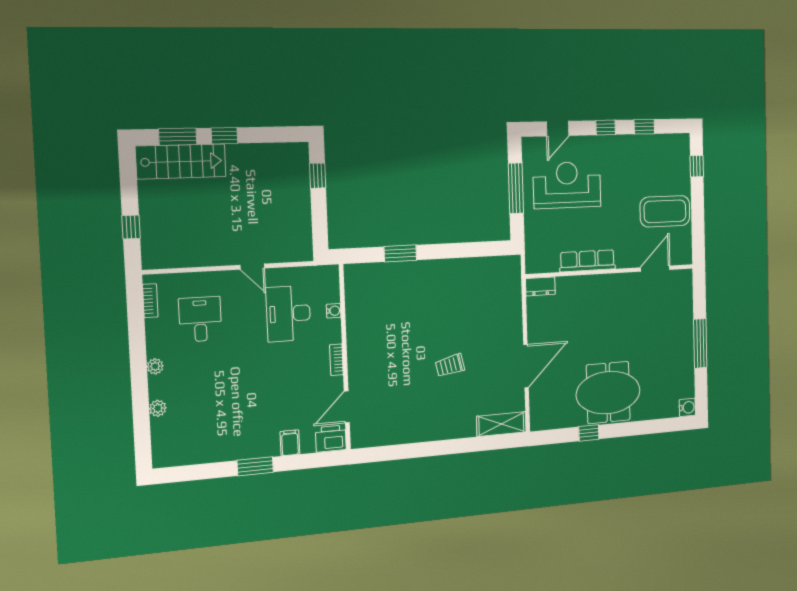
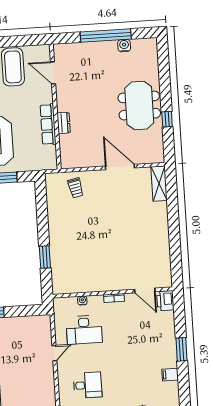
dresser: (540, 286) -> (64, 123), moved
desk: (200, 319) -> (88, 385), turned 180
window: (700, 343) -> (106, 36), width x1.46
trolley: (450, 365) -> (76, 188), moved
water cooler: (687, 407) -> (124, 46), moved
filing cabinet: (290, 443) -> (170, 375), moved

